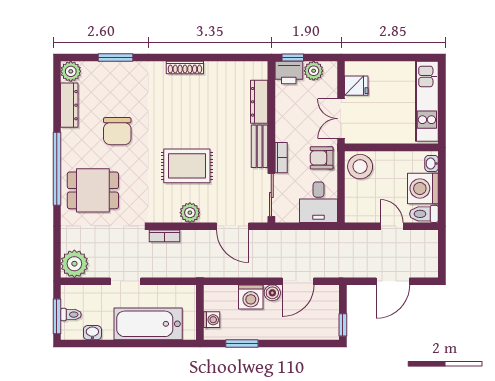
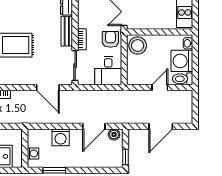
armchair: (322, 158) -> (110, 39), turned 90
plant: (190, 213) -> (18, 78), removed
door: (392, 226) -> (160, 88), hinge flipped
boiler: (272, 293) -> (114, 134), moved

